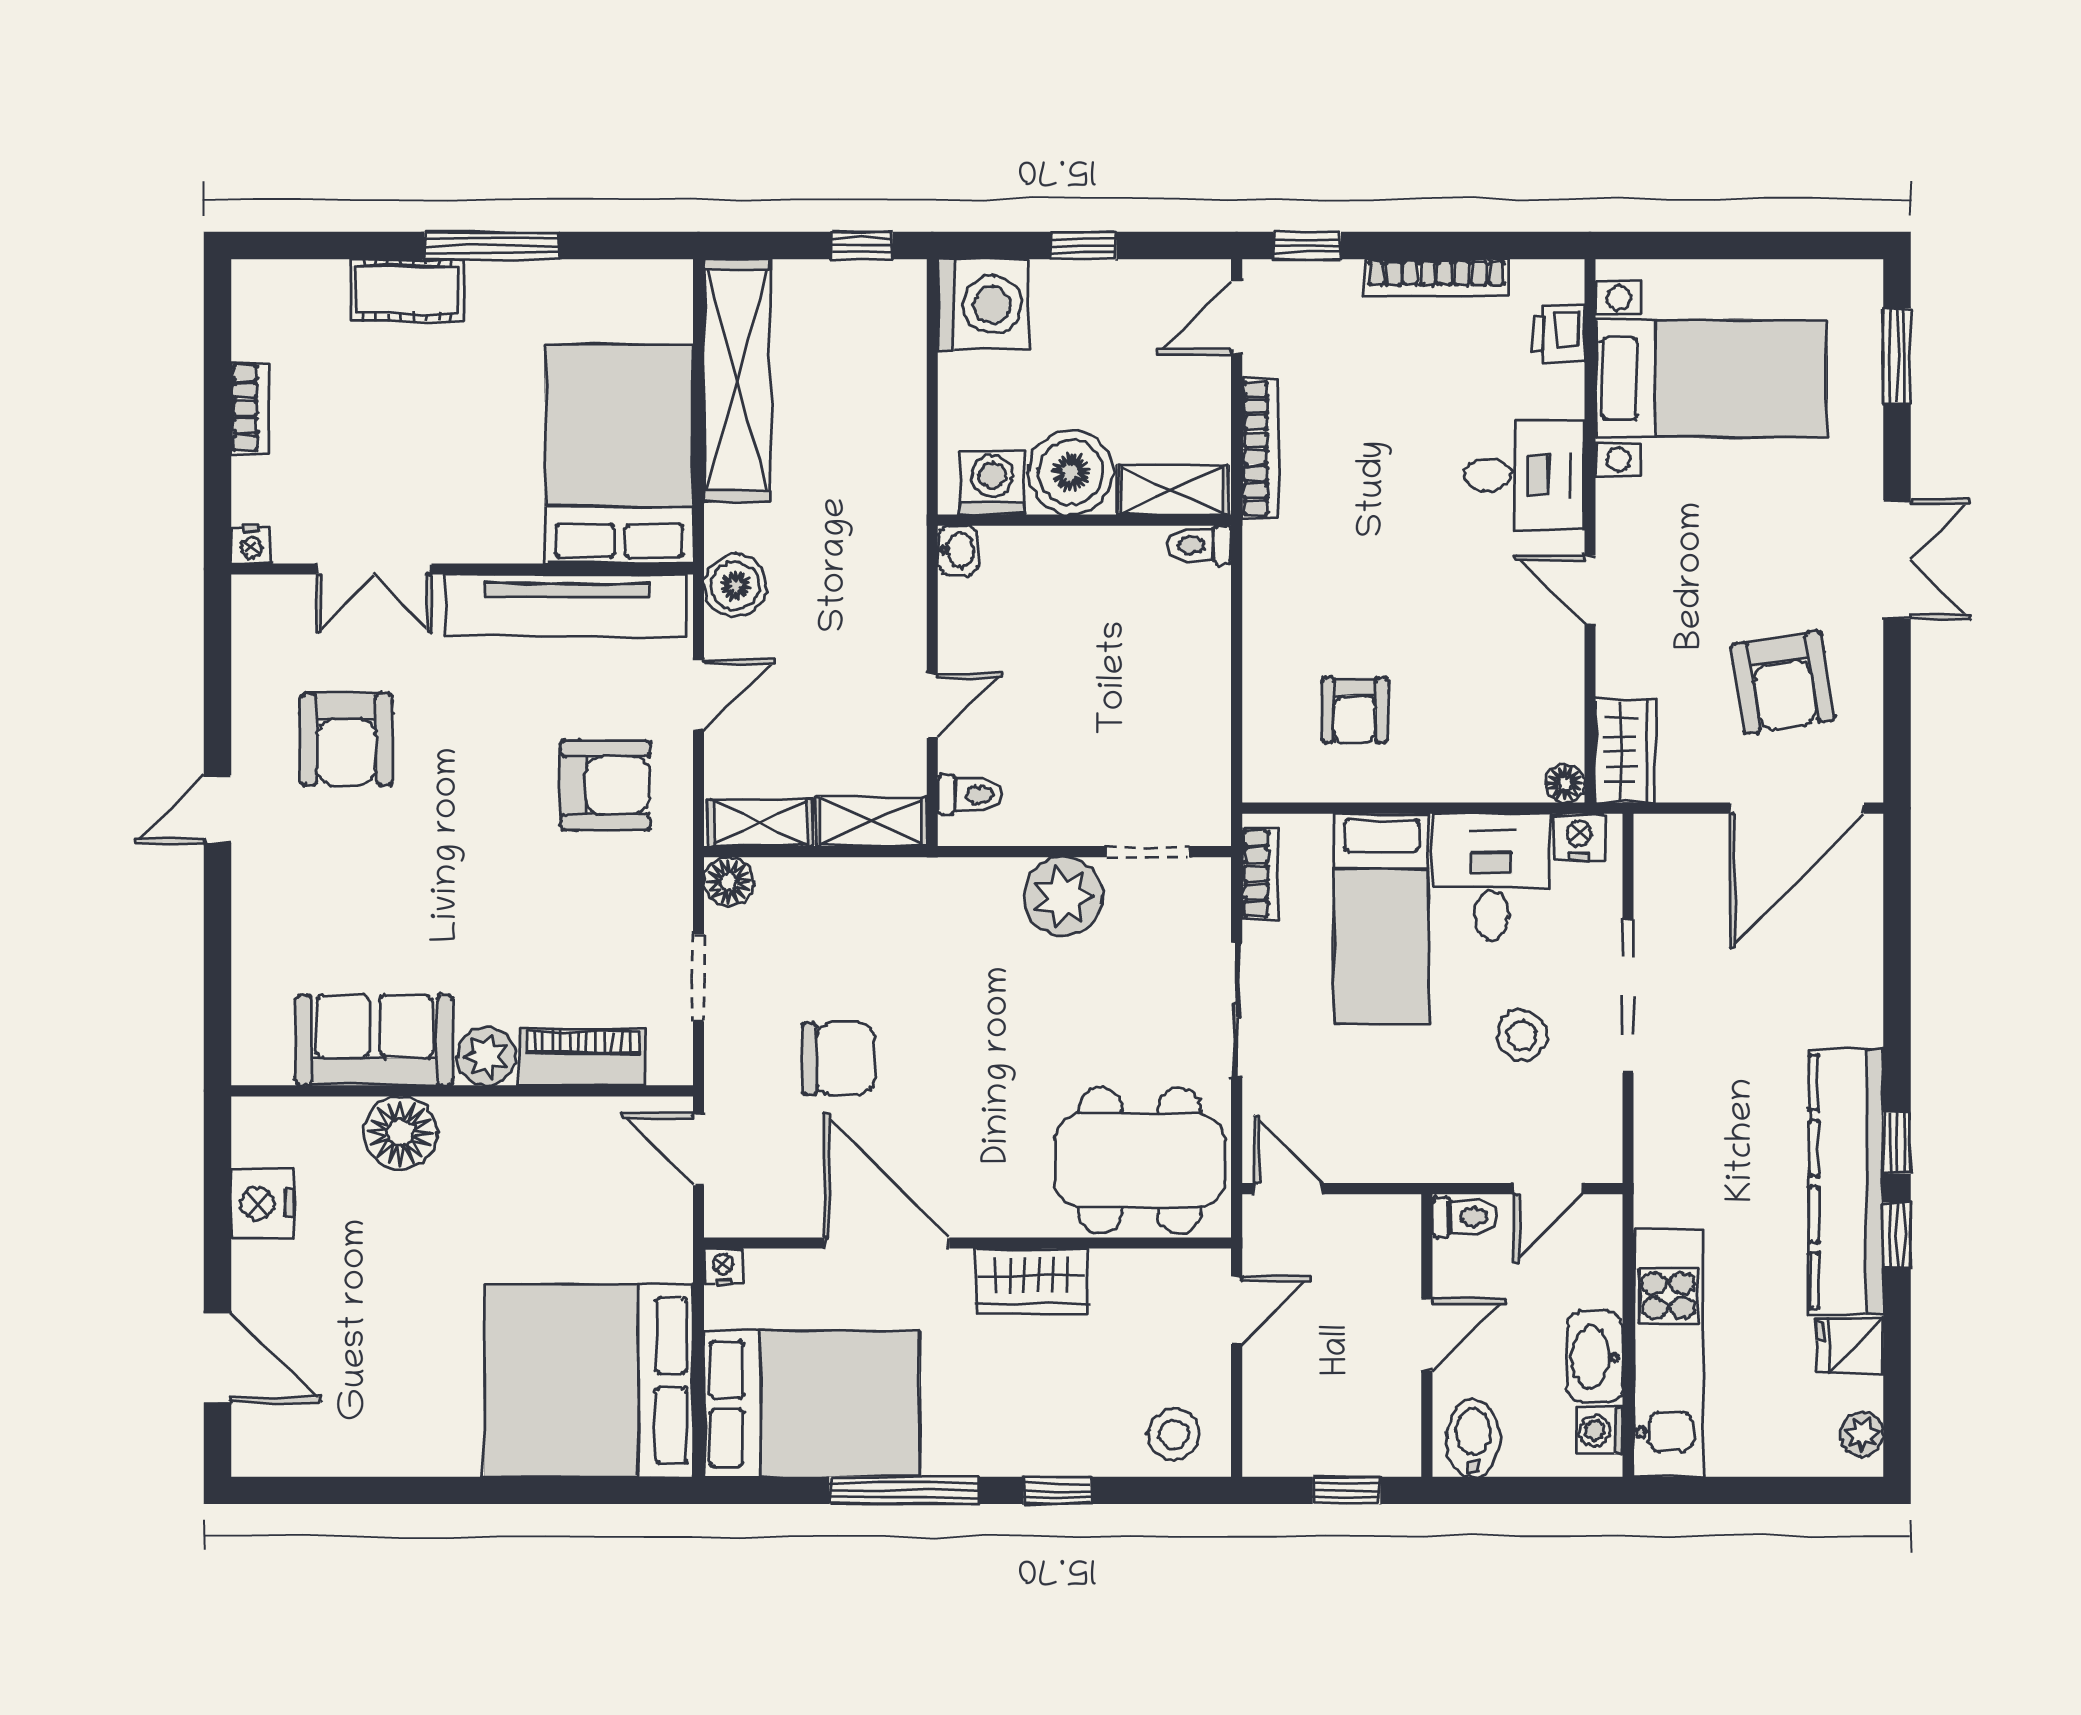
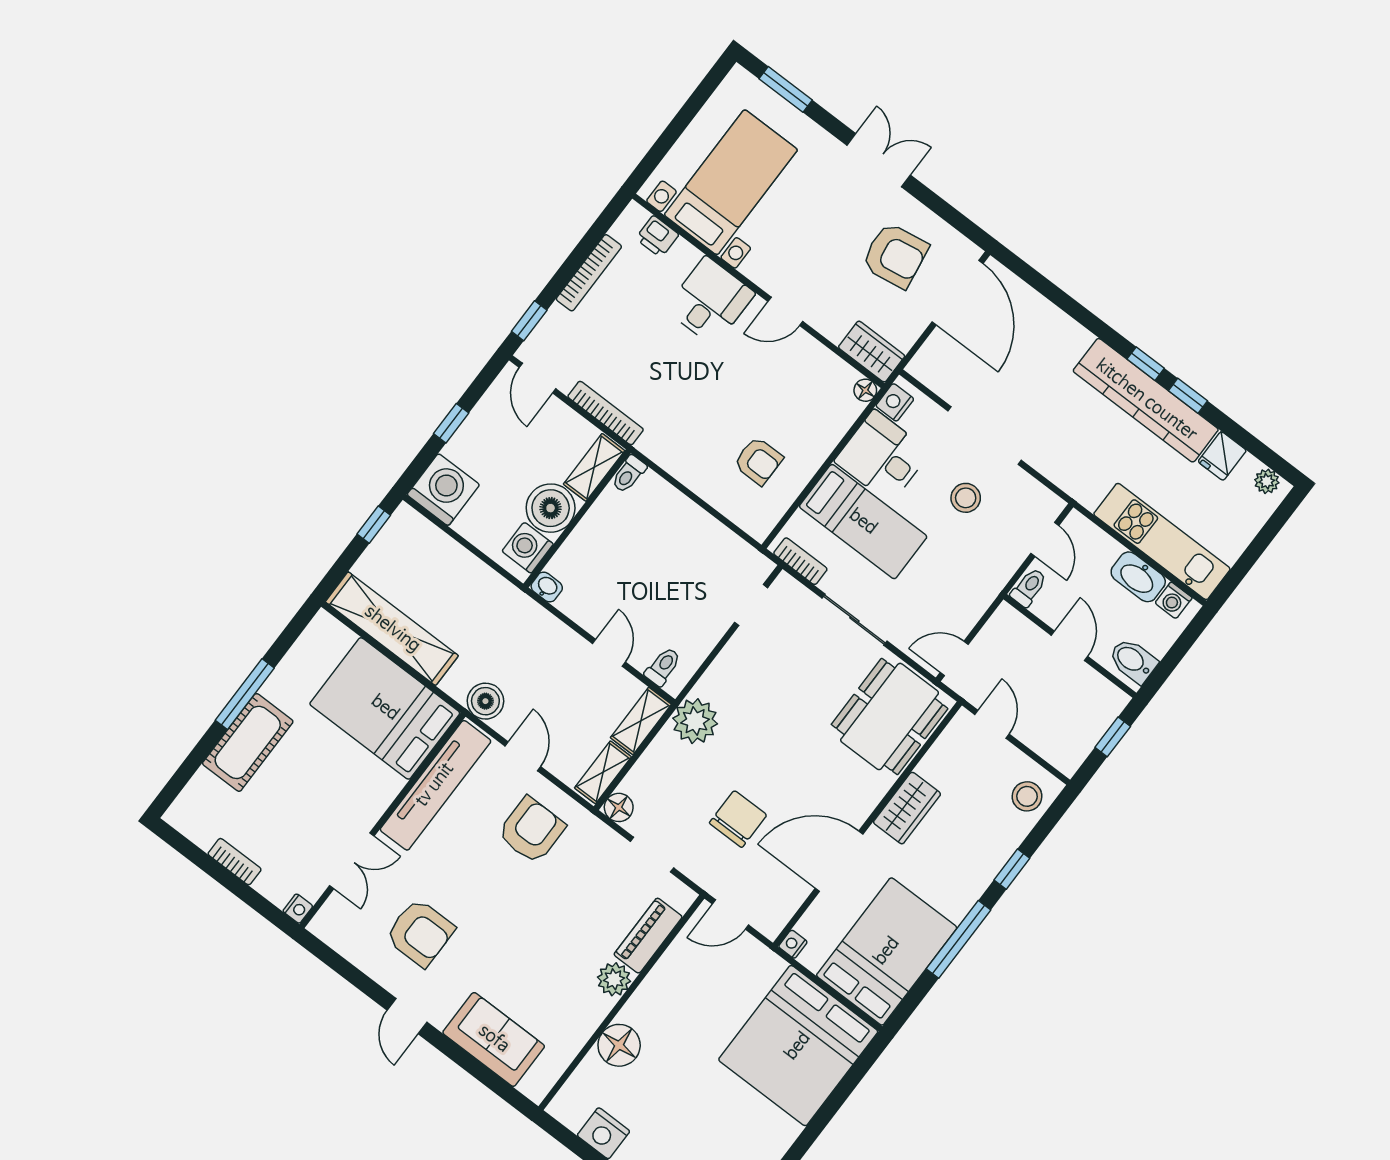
cot: (407, 290) -> (248, 742), width x1.37, depth x1.34
plant: (1063, 896) -> (695, 721), moved
sofa: (374, 1040) -> (494, 1039), moved, turned 90

